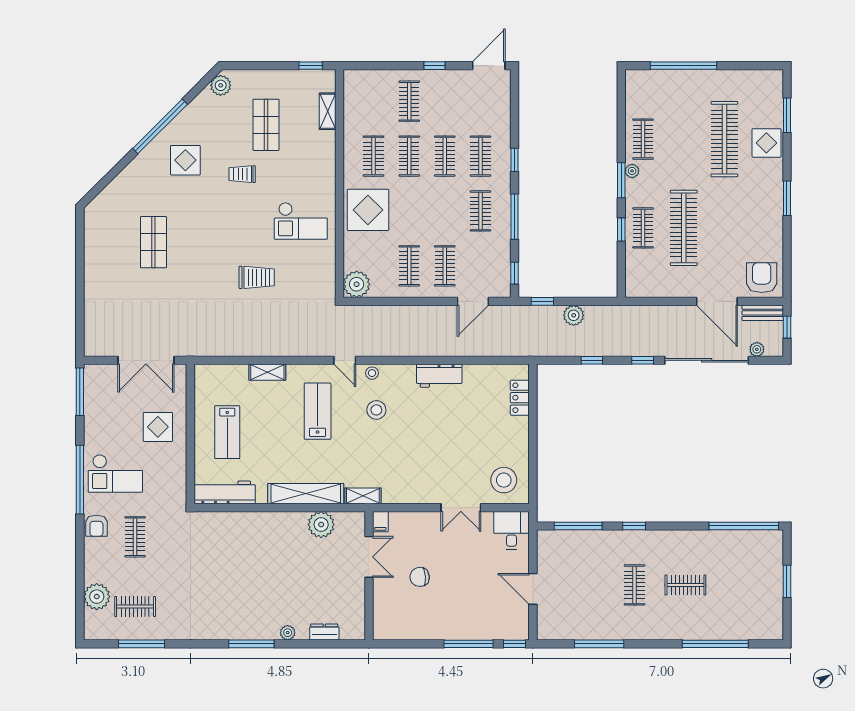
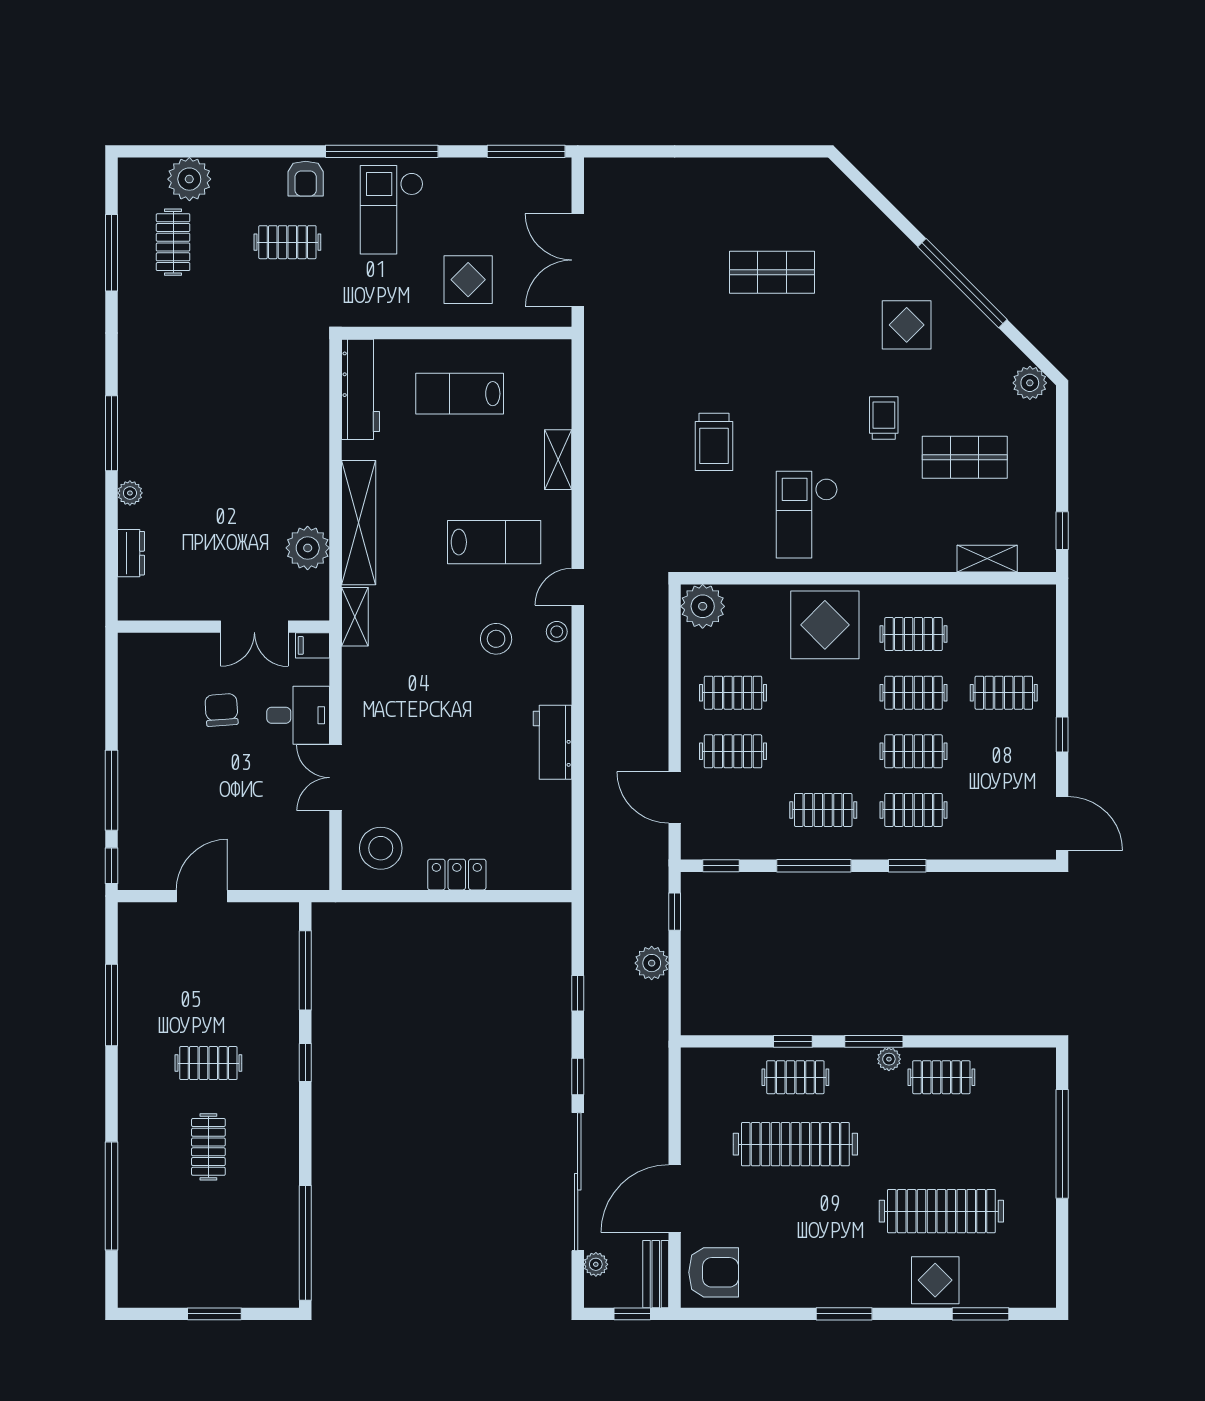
locker: (520, 398) -> (457, 875), moved
armchair: (96, 526) -> (306, 179), turned -90
desk: (511, 530) -> (298, 715), moved

